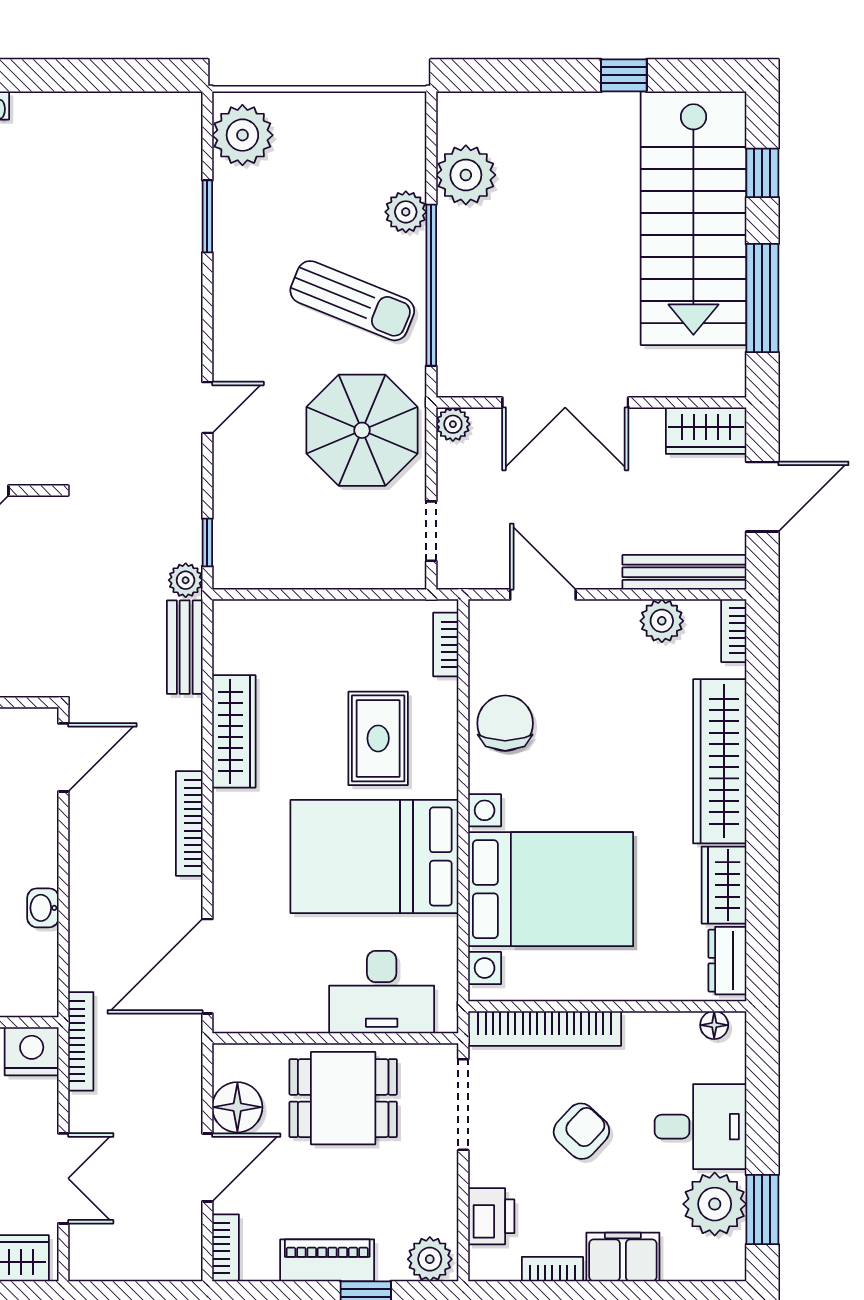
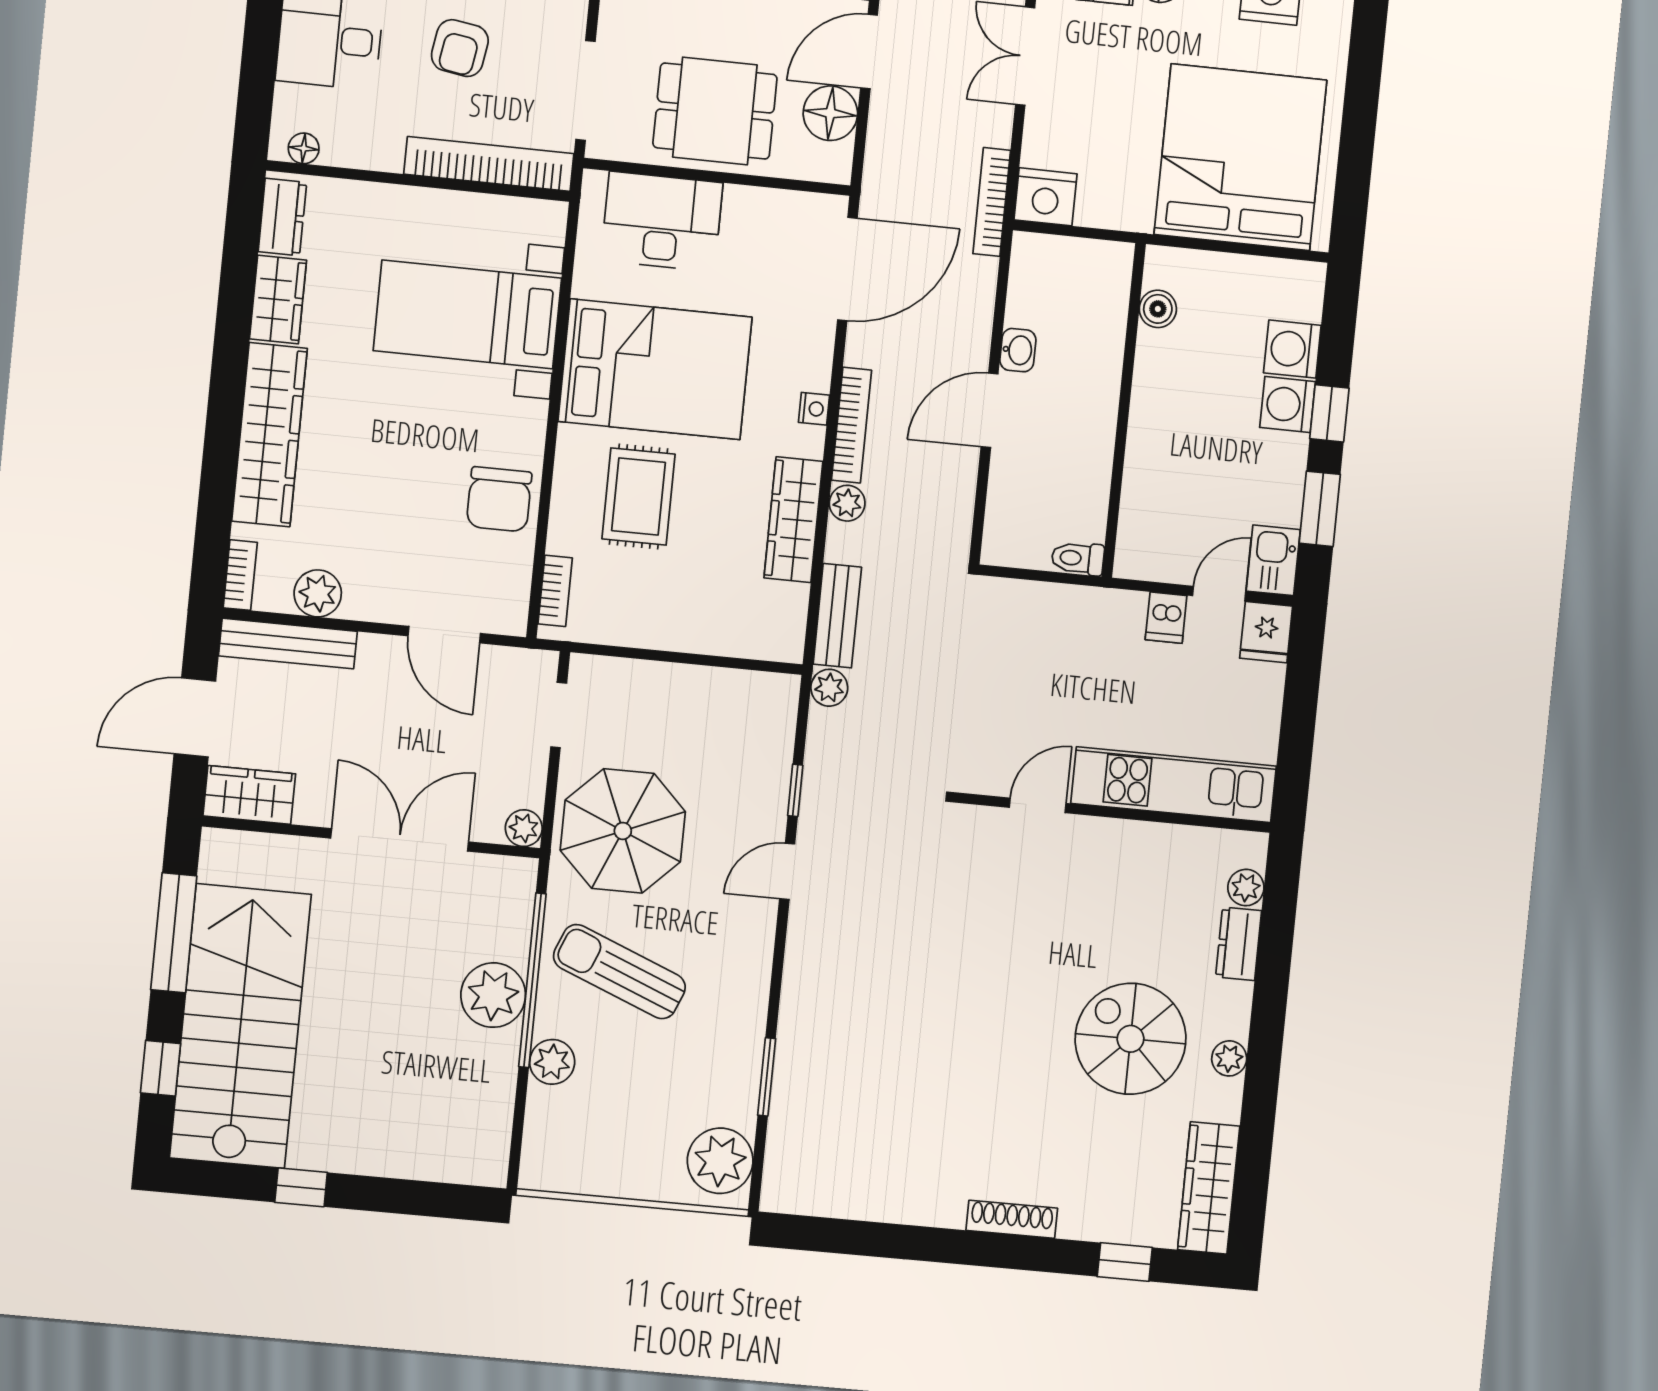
plant: (466, 175) -> (493, 995), moved
window: (207, 542) -> (795, 790), moved
plant: (186, 751) -> (847, 503), added
door: (63, 757) -> (990, 410), moved
nightstand: (225, 835) -> (814, 409), added
bed with nightstands: (551, 889) -> (467, 314), width x0.73
armchair: (581, 1131) -> (460, 48), turned -34

